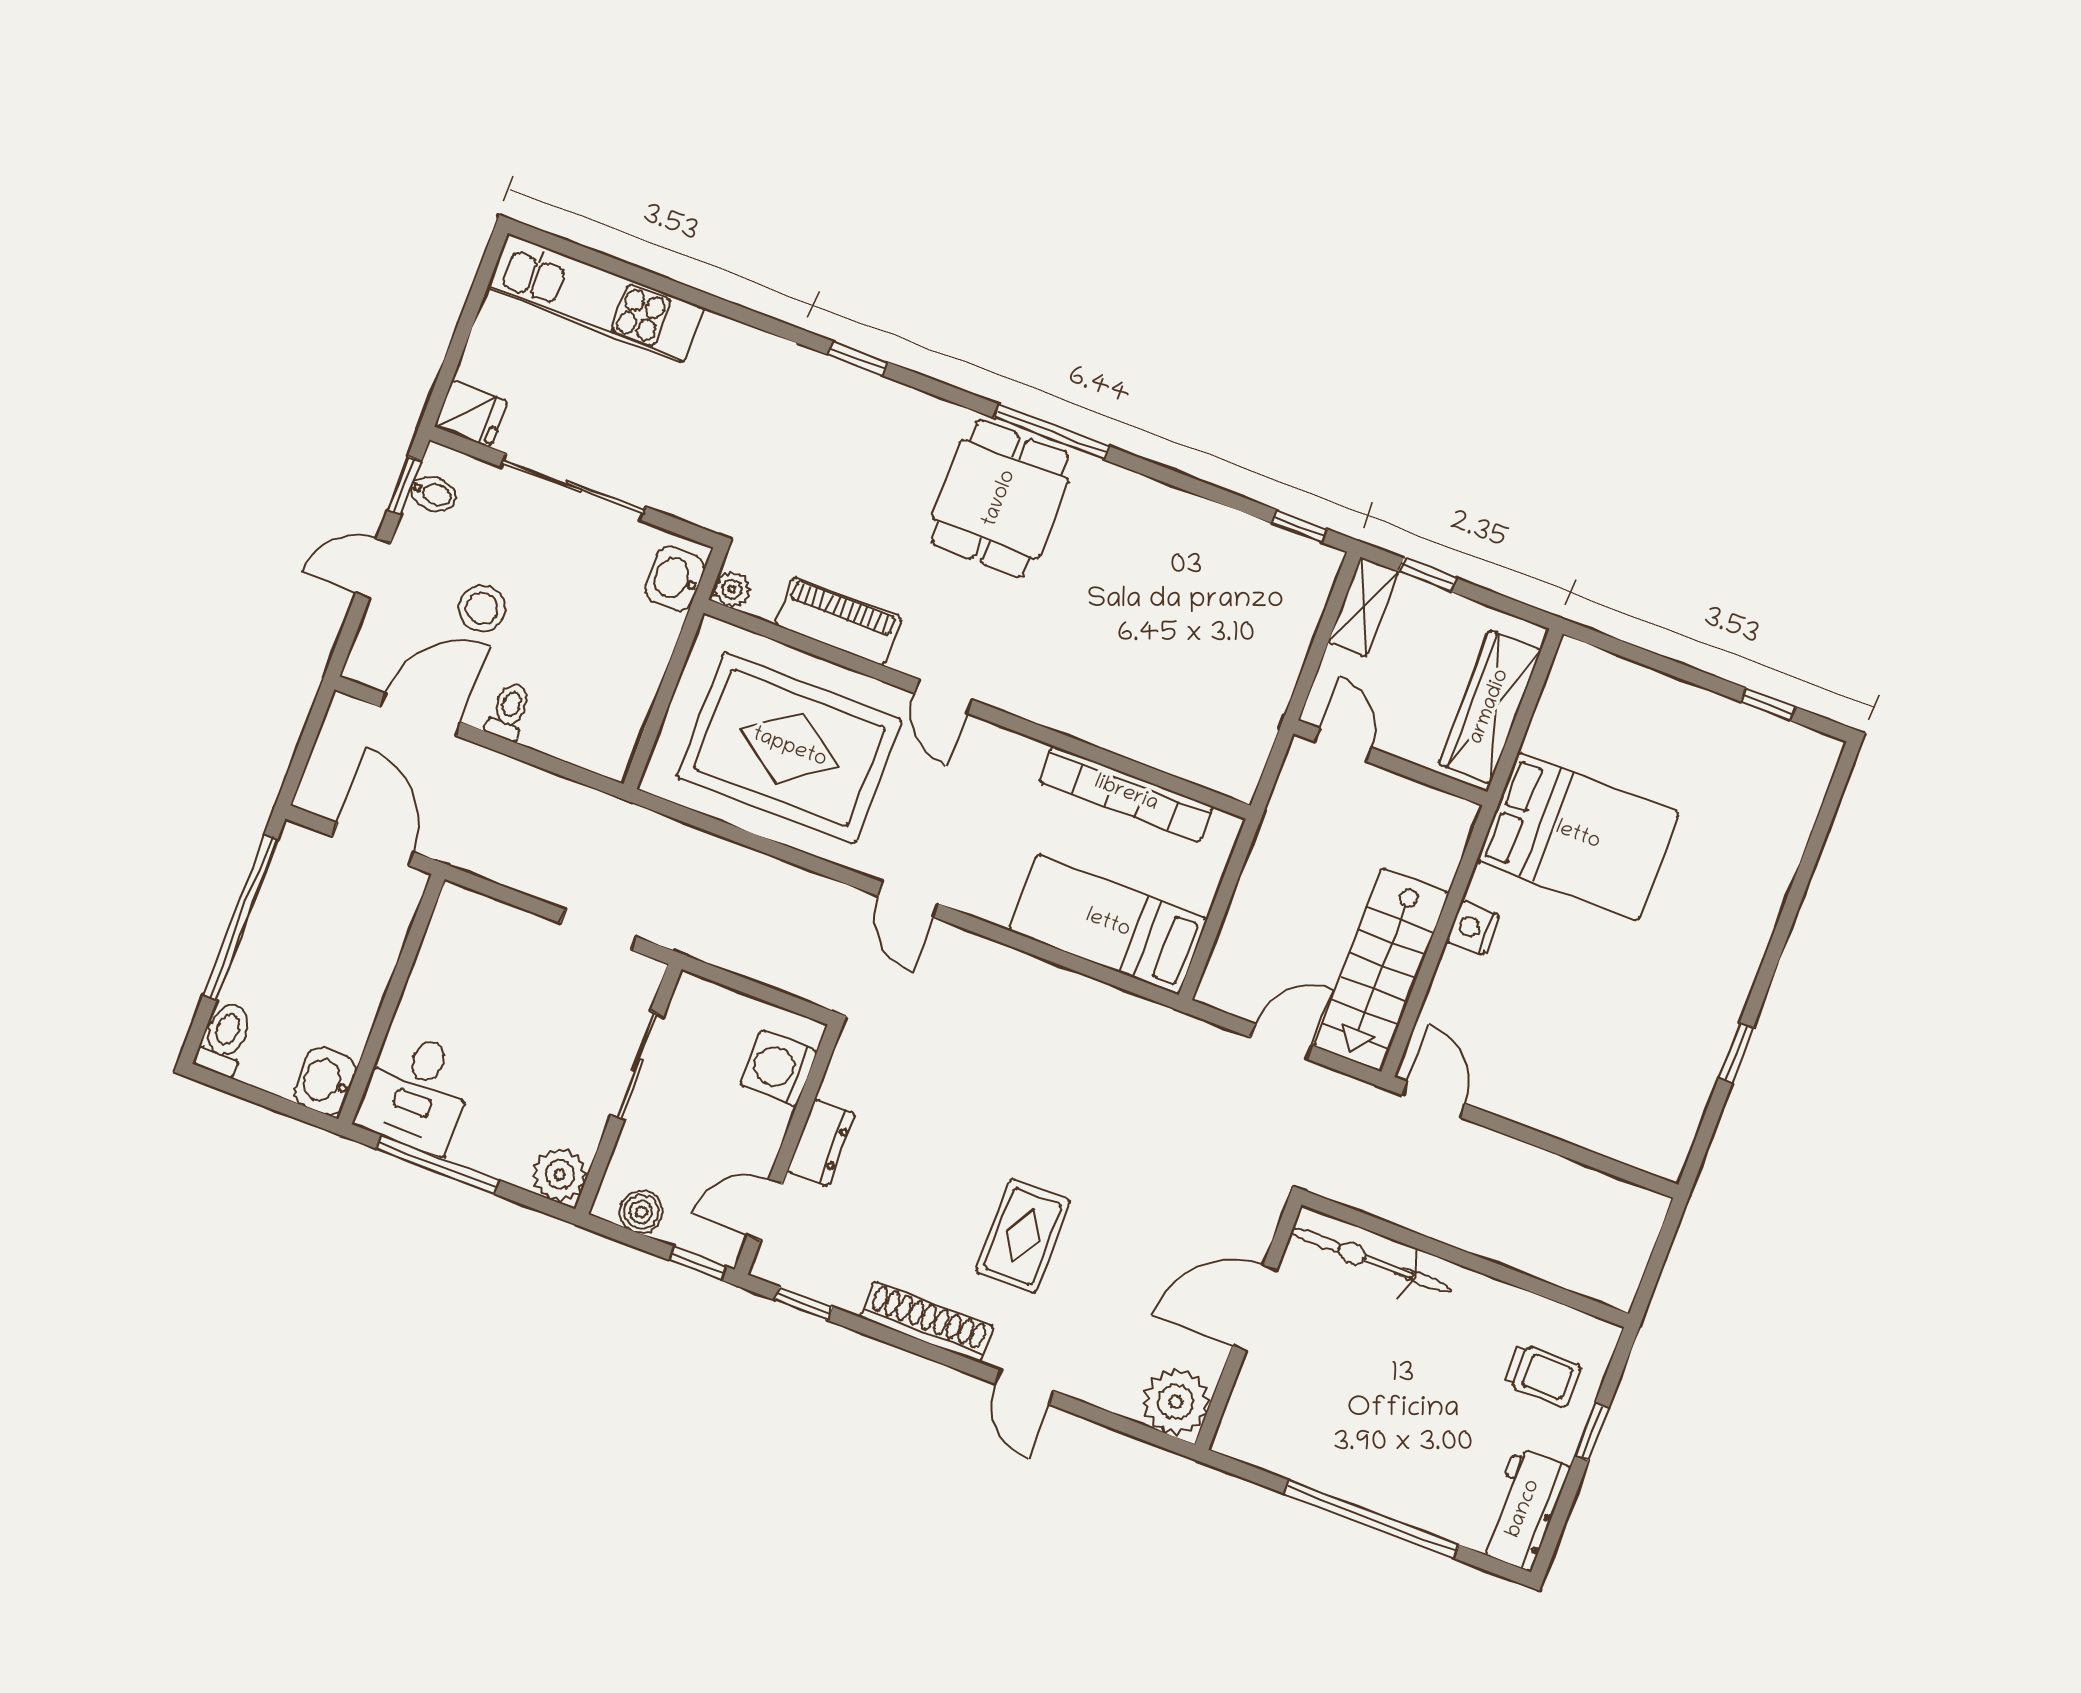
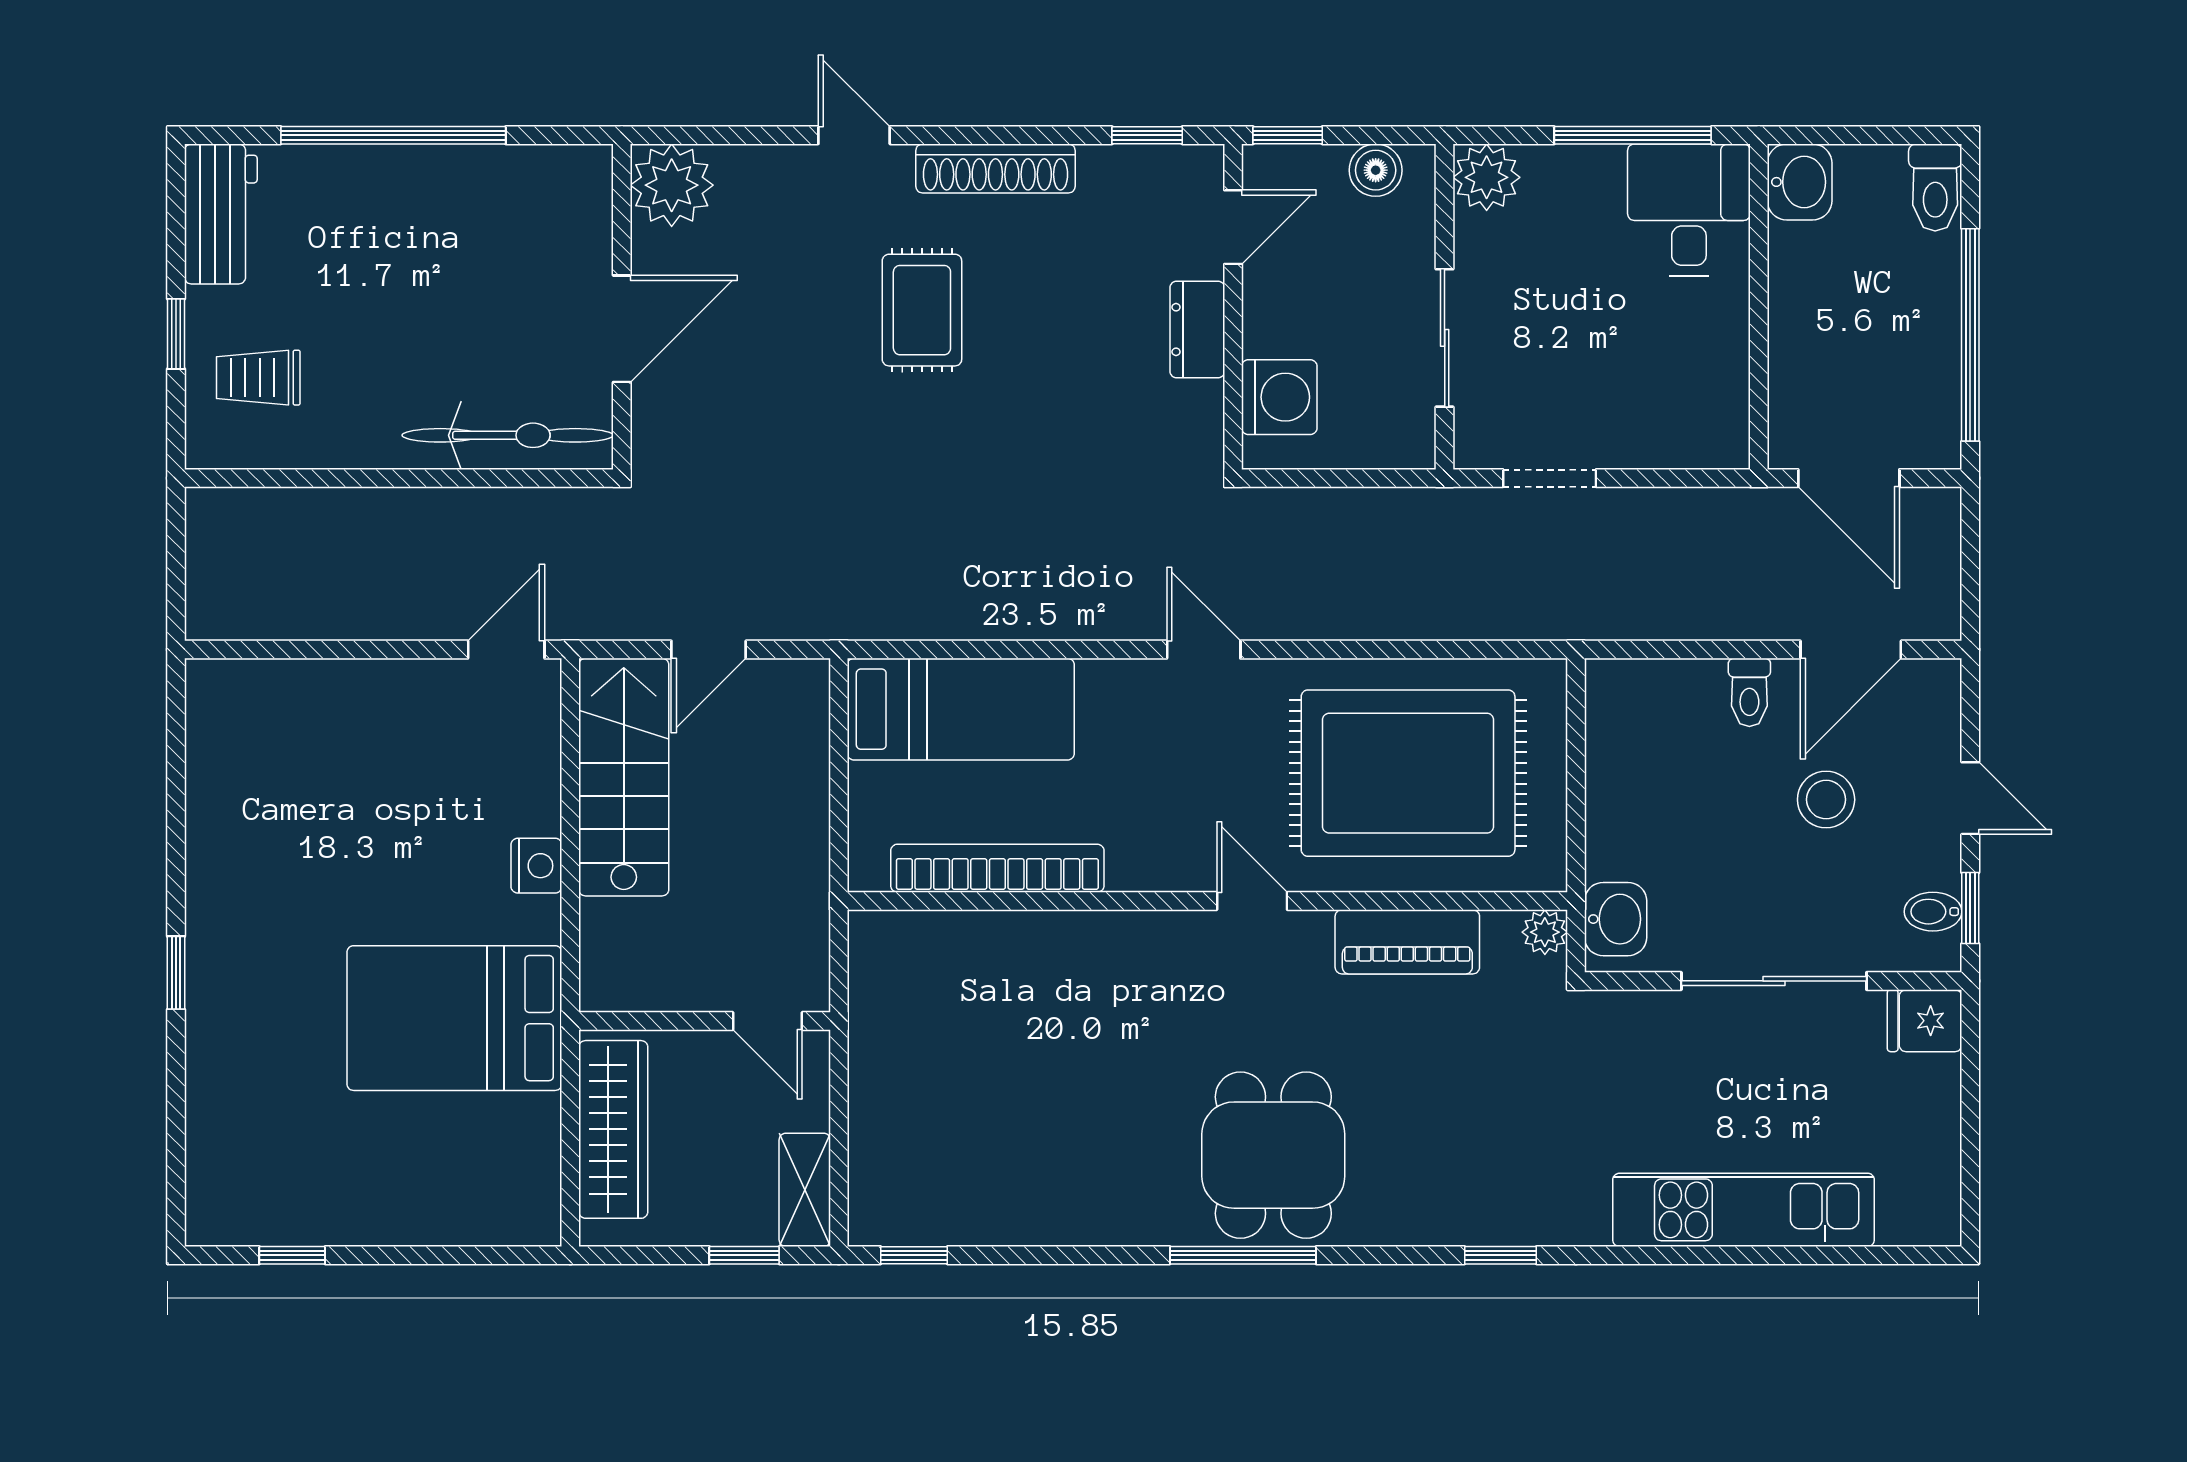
kitchen unit: (596, 298) -> (1744, 1210), moved
door: (373, 568) -> (1970, 798), hinge flipped
window: (1736, 1053) -> (176, 973), moved
door: (1433, 1099) -> (506, 650), swing flipped

